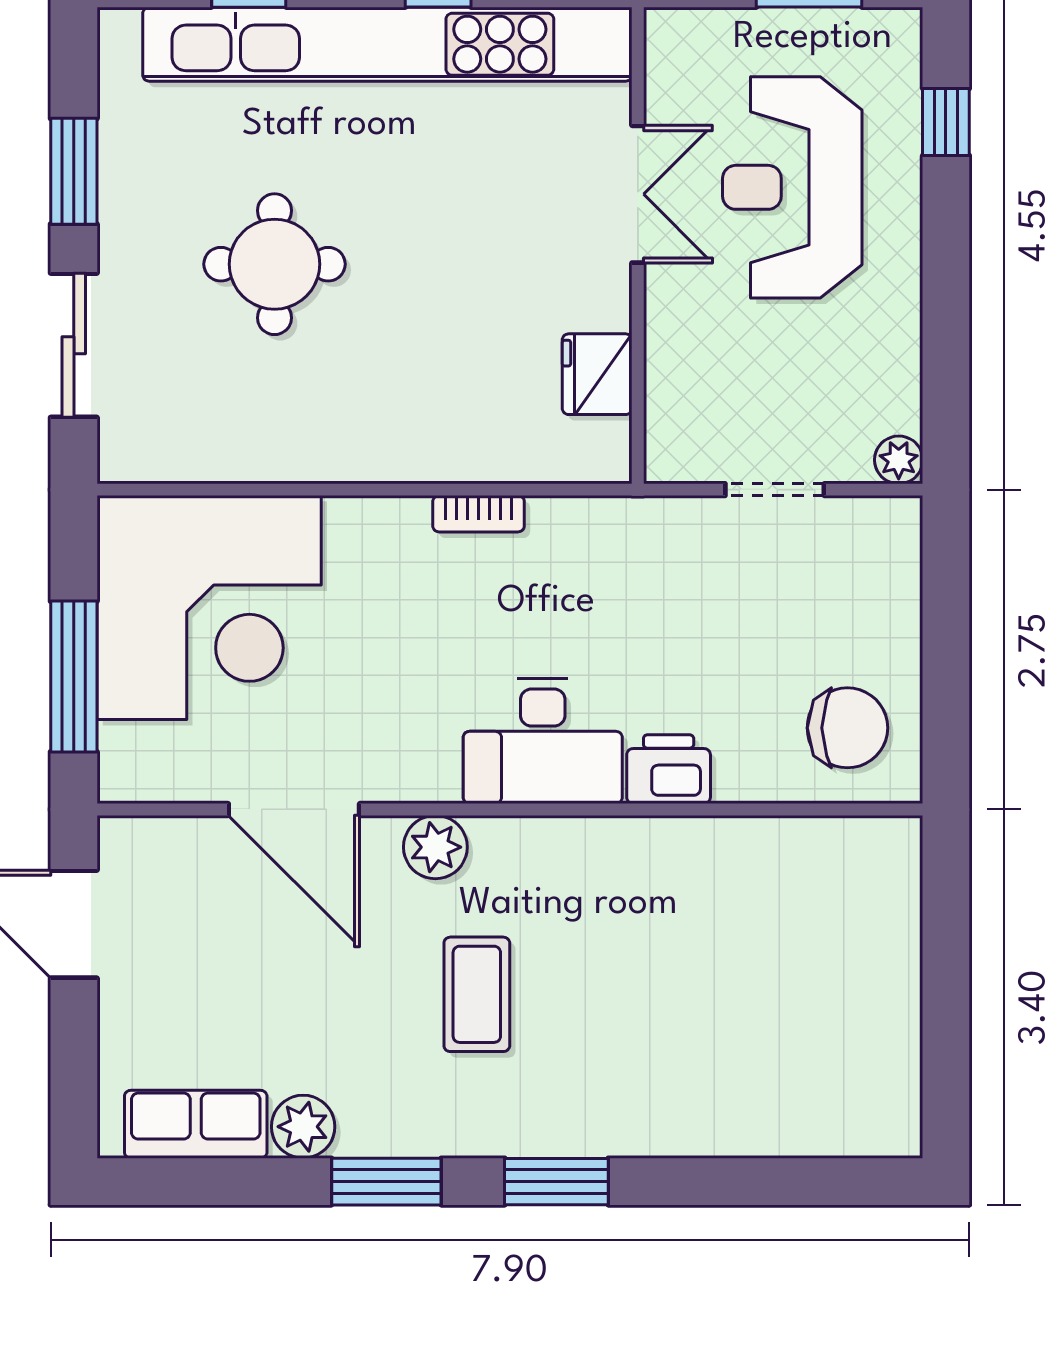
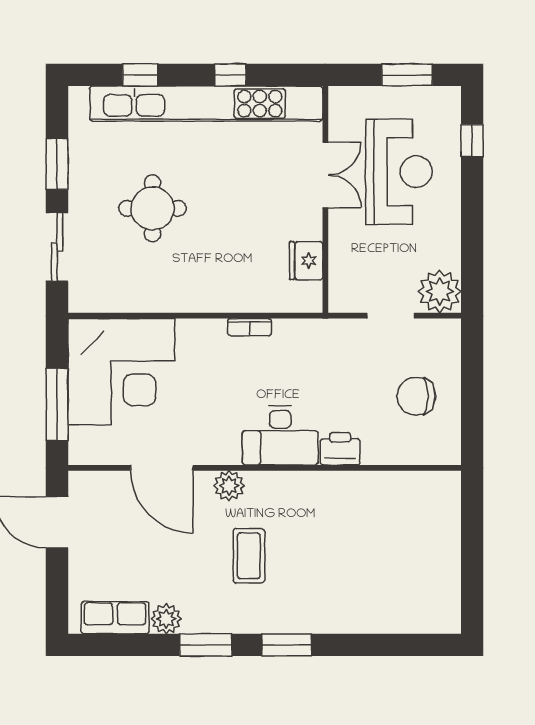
reception desk: (792, 187) -> (399, 172), turned 180
plant: (899, 460) -> (440, 291), width x1.88, depth x1.88
chair: (847, 728) -> (416, 396), moved, turned 180

